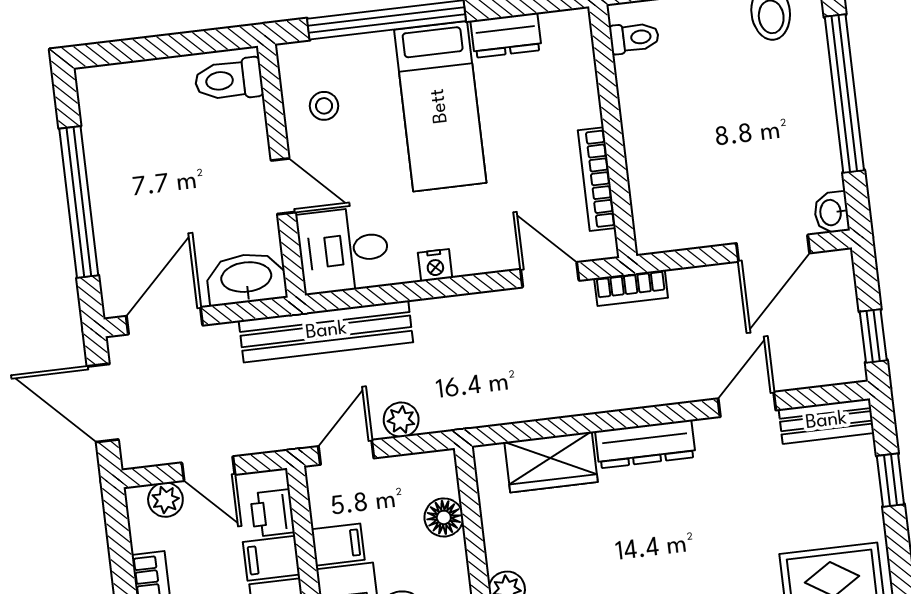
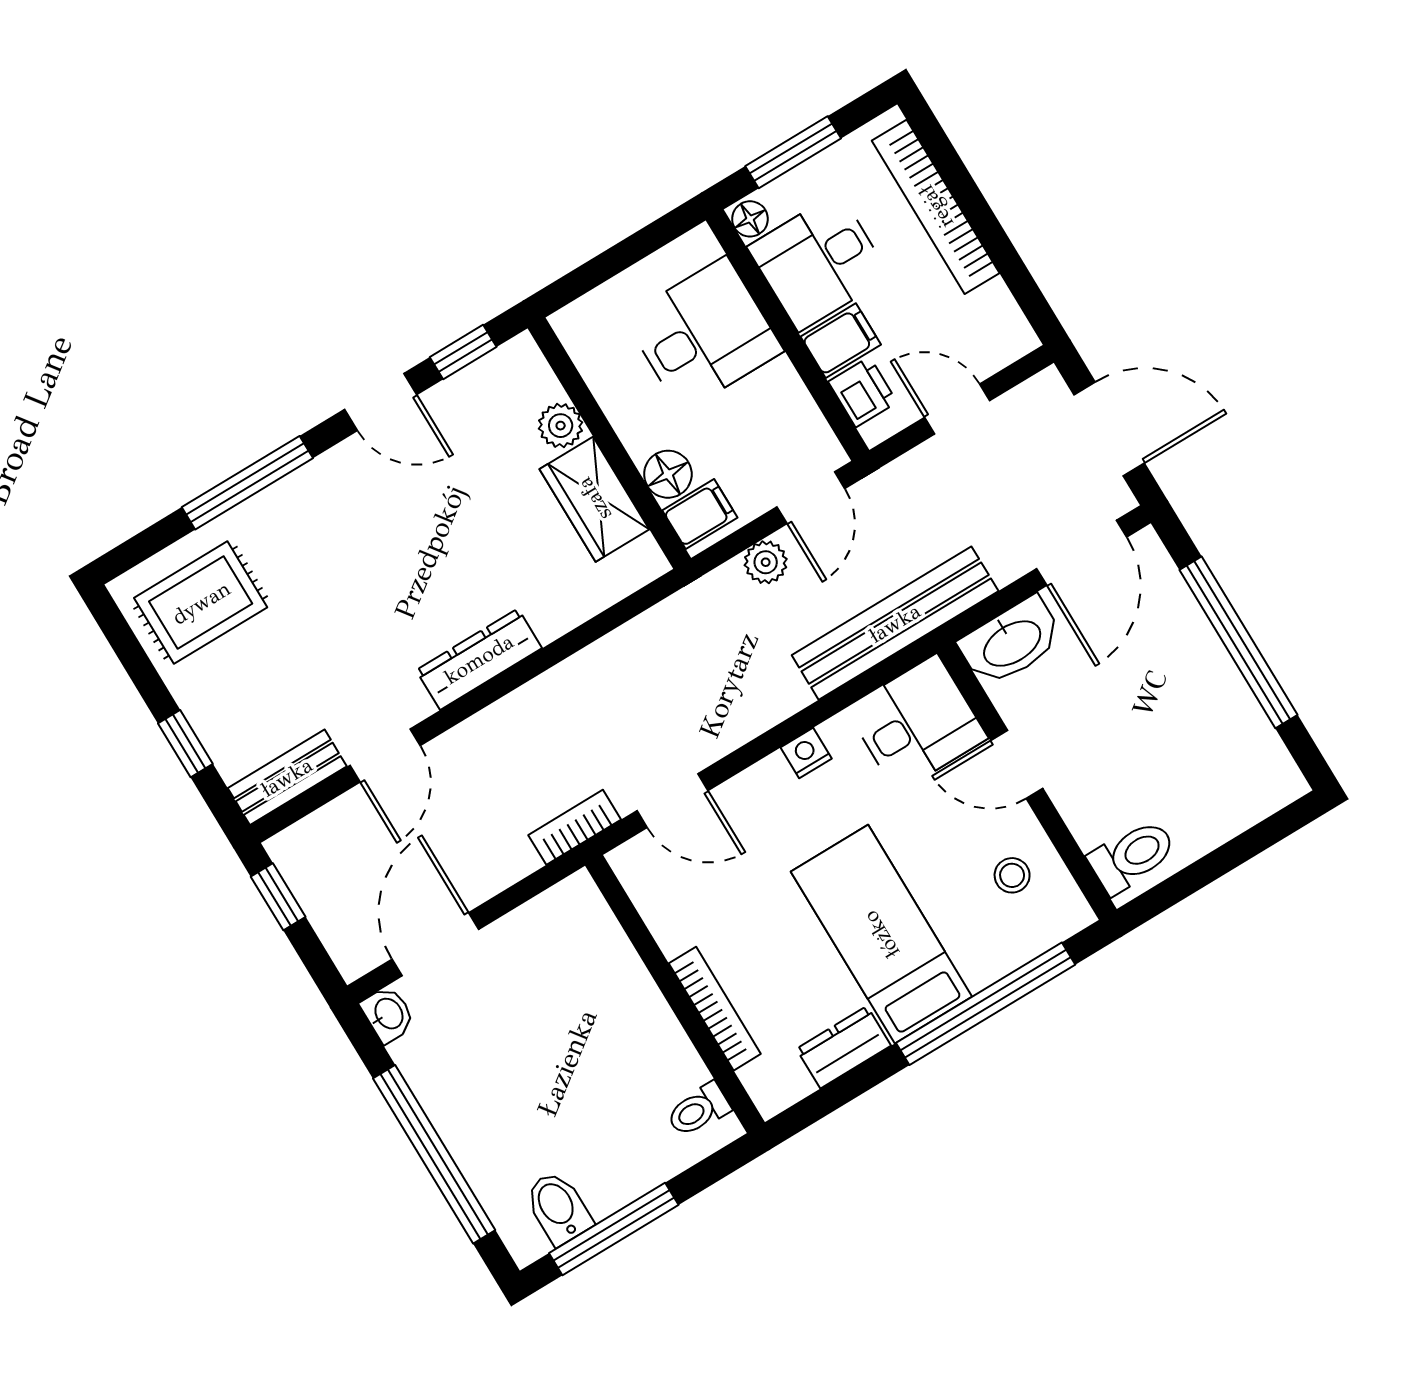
bookcase: (597, 179) -> (715, 1009), moved
wardrobe: (551, 462) -> (594, 499), moved, turned -90
plant: (165, 500) -> (990, 352), removed
filing cabinet: (338, 545) -> (700, 514), moved, turned 180

